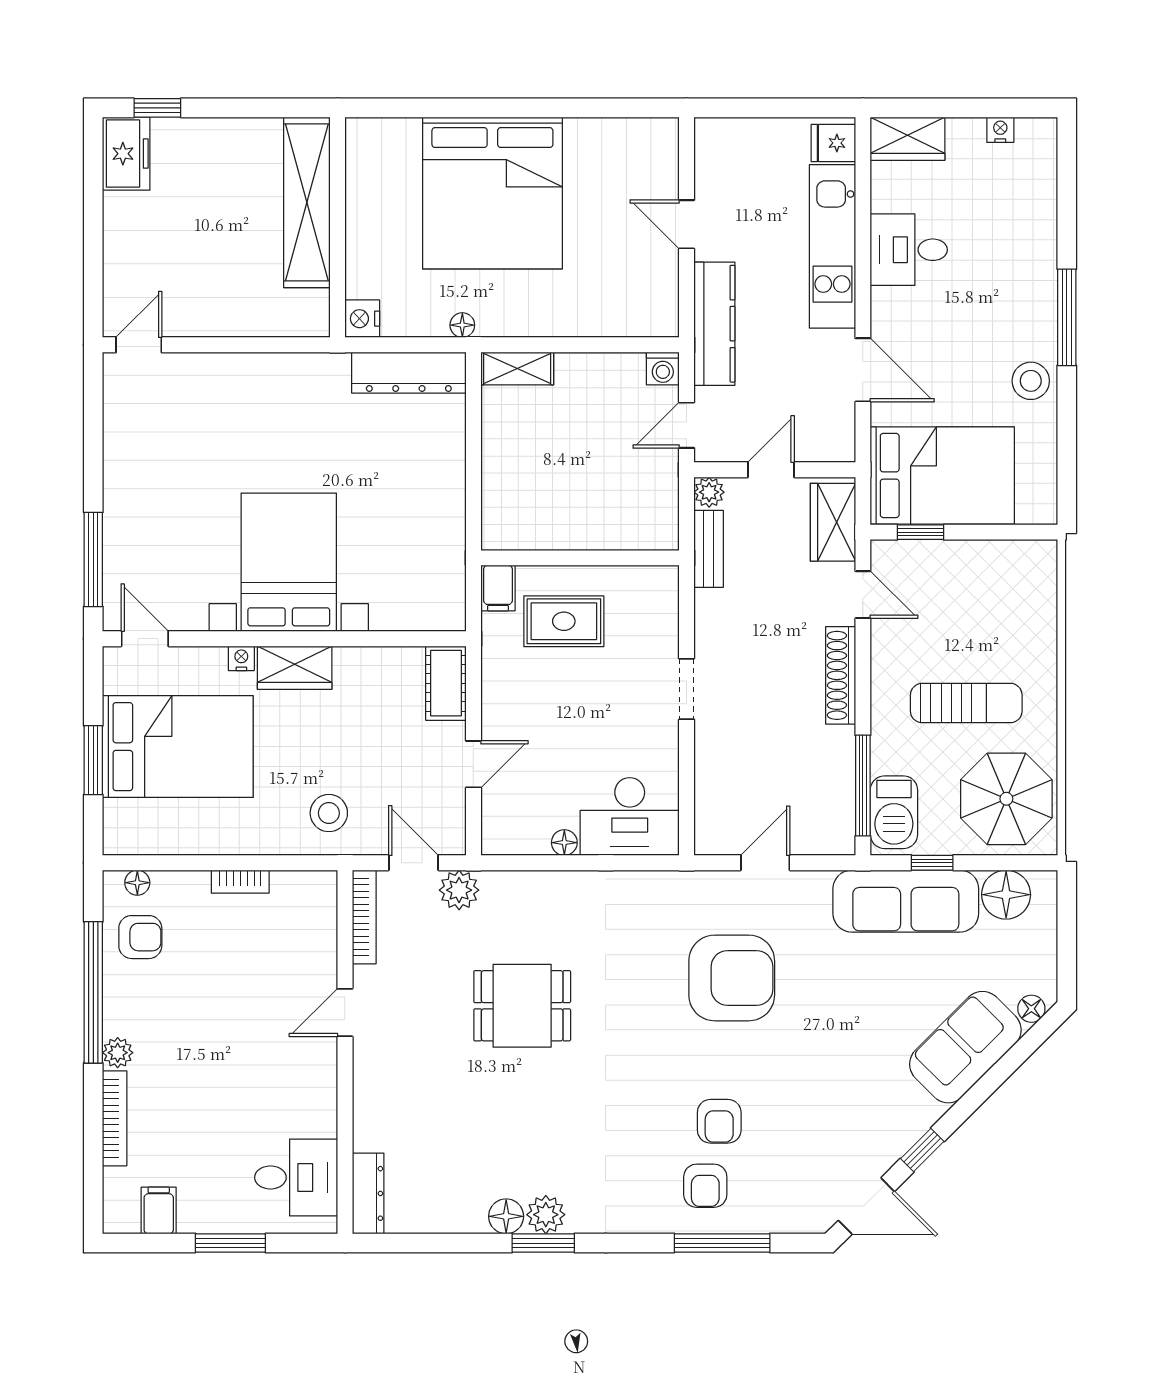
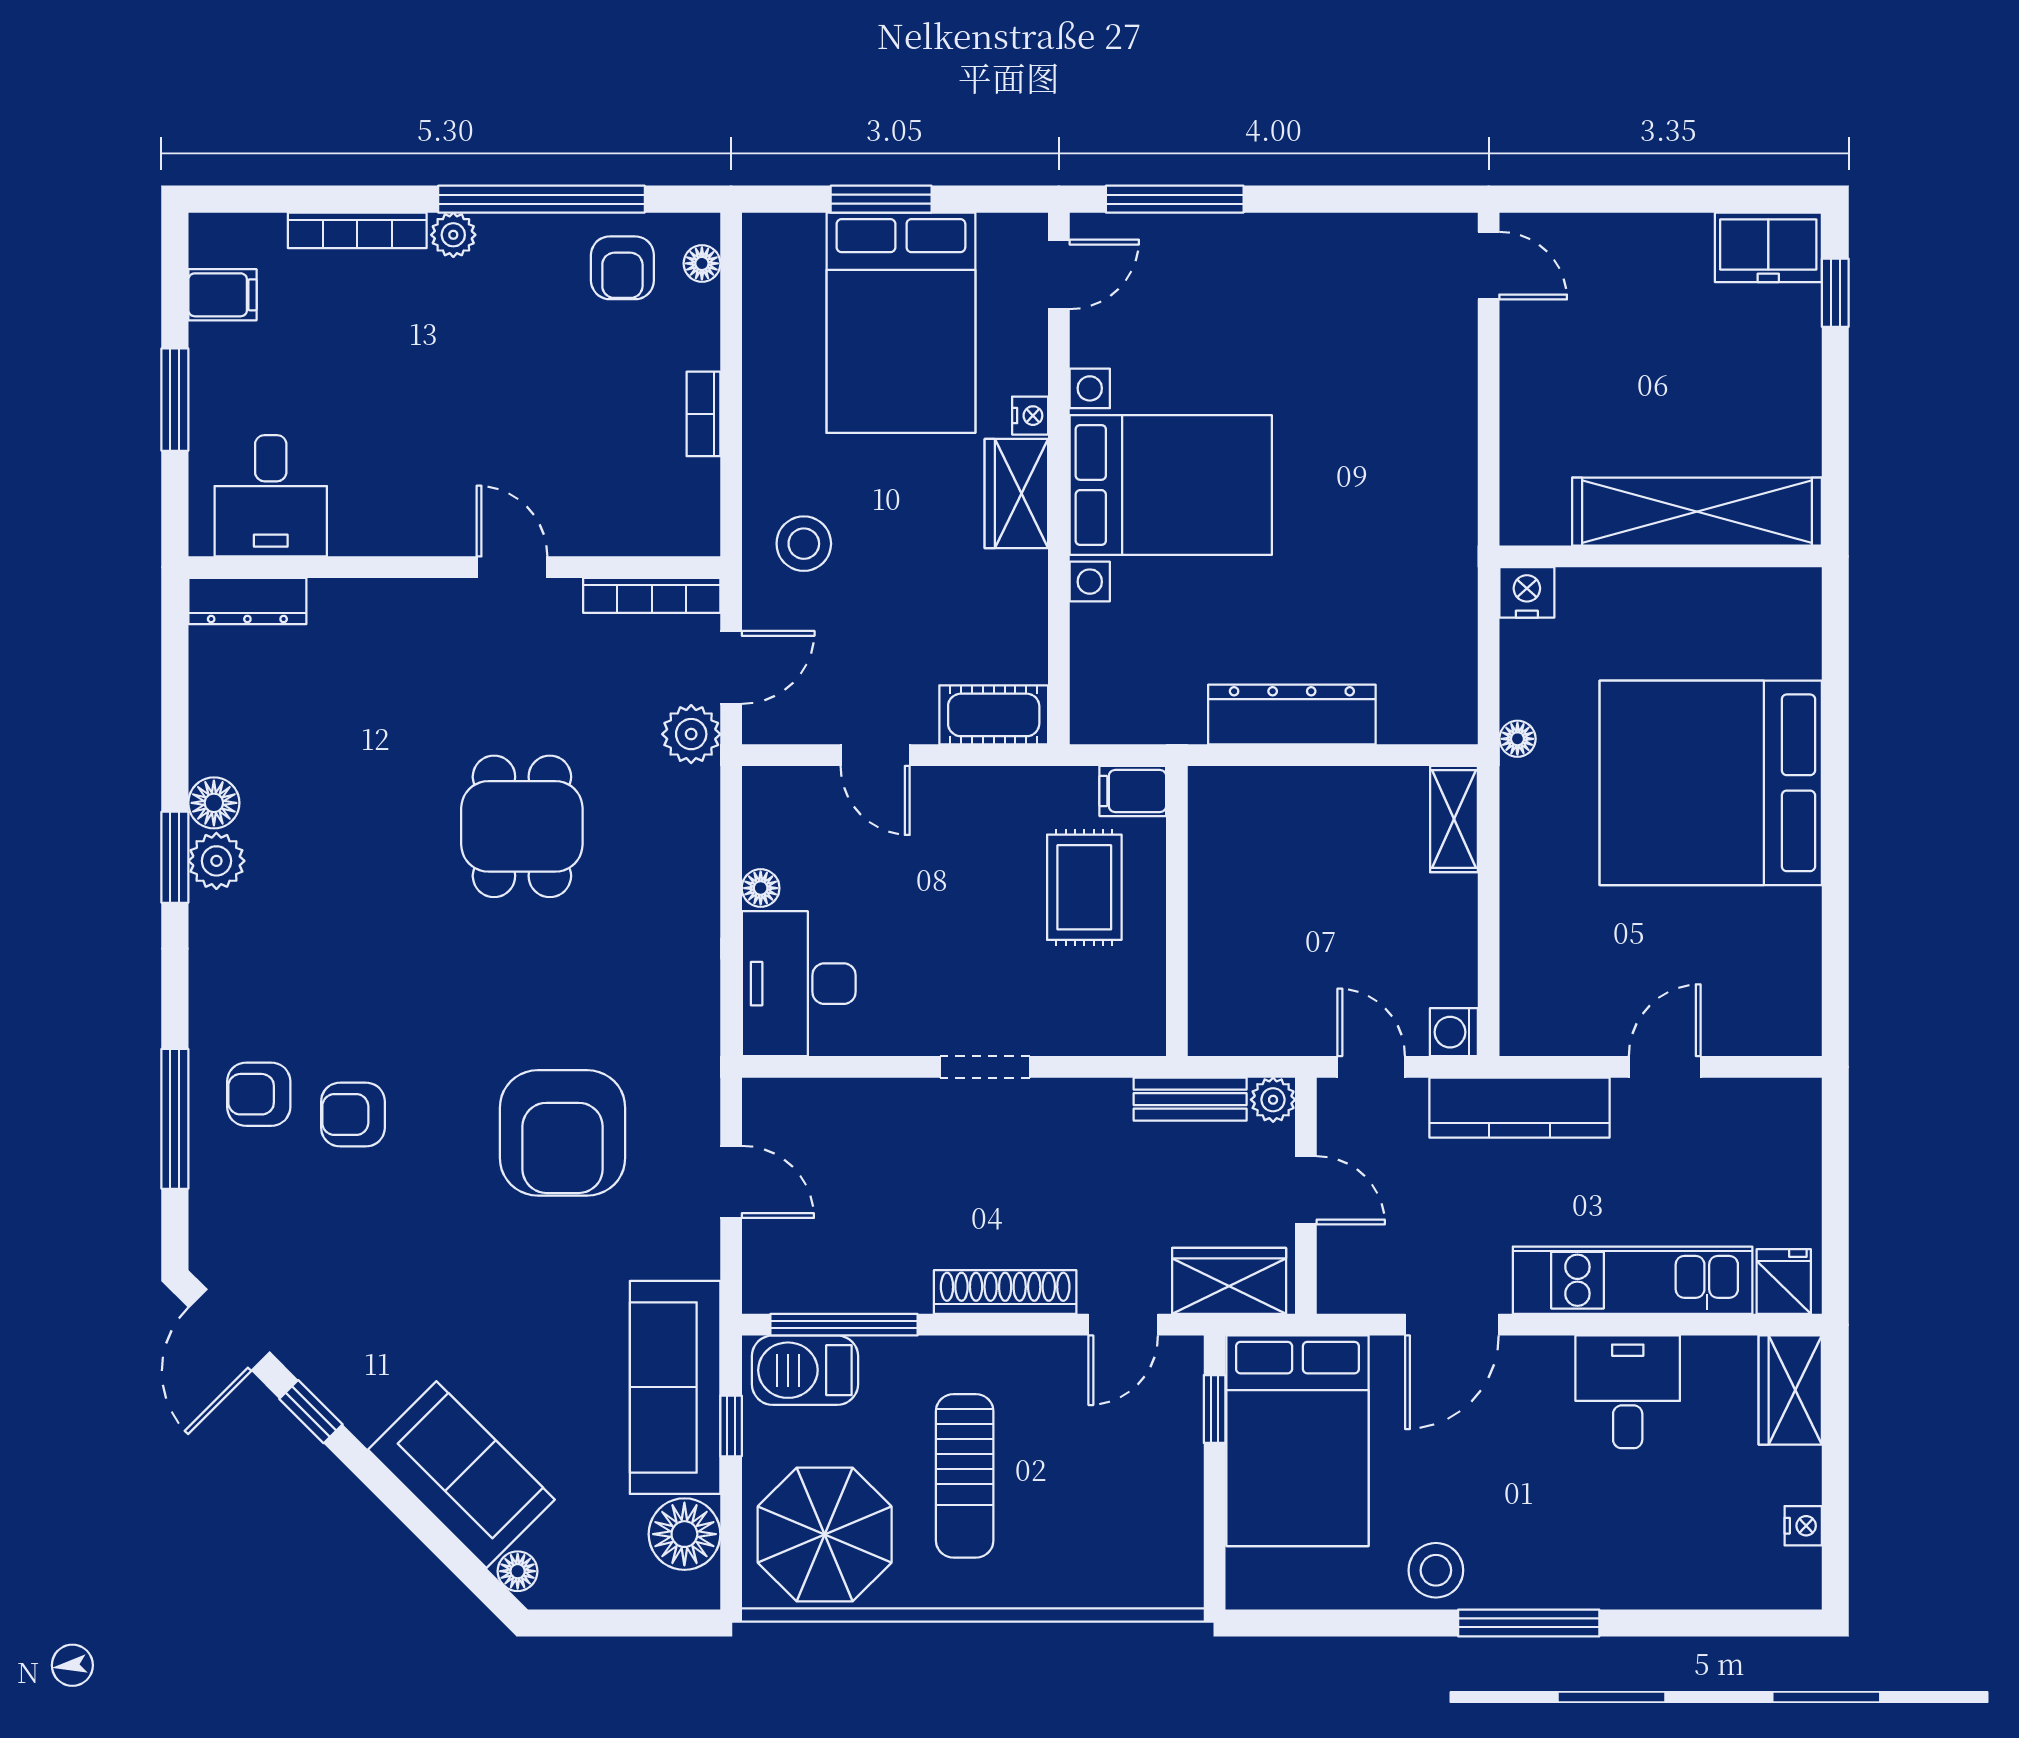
dresser: (409, 373) -> (1292, 715), moved, turned 90

